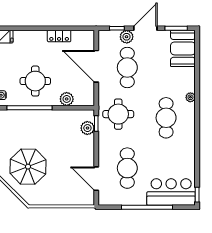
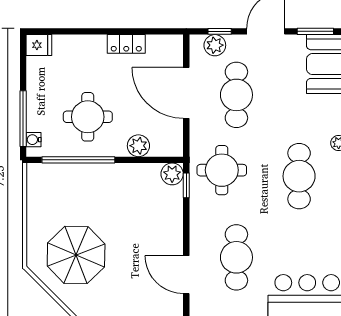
plant: (127, 37) -> (215, 45), moved
plant: (87, 128) -> (172, 174), moved

